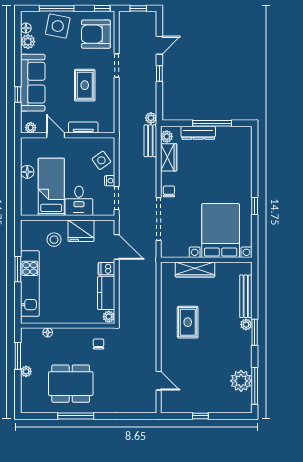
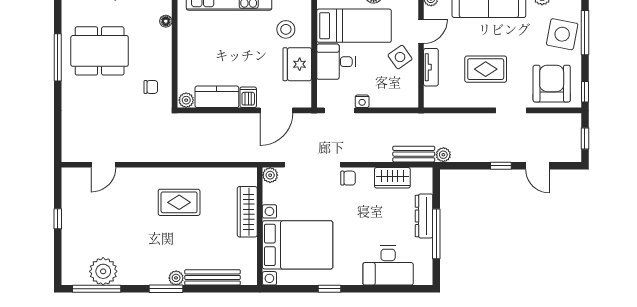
plant: (167, 136) -> (270, 175), moved
side table: (101, 160) -> (400, 57), moved
desk: (237, 161) -> (388, 266), added
dining table: (71, 384) -> (100, 51), turned 90

